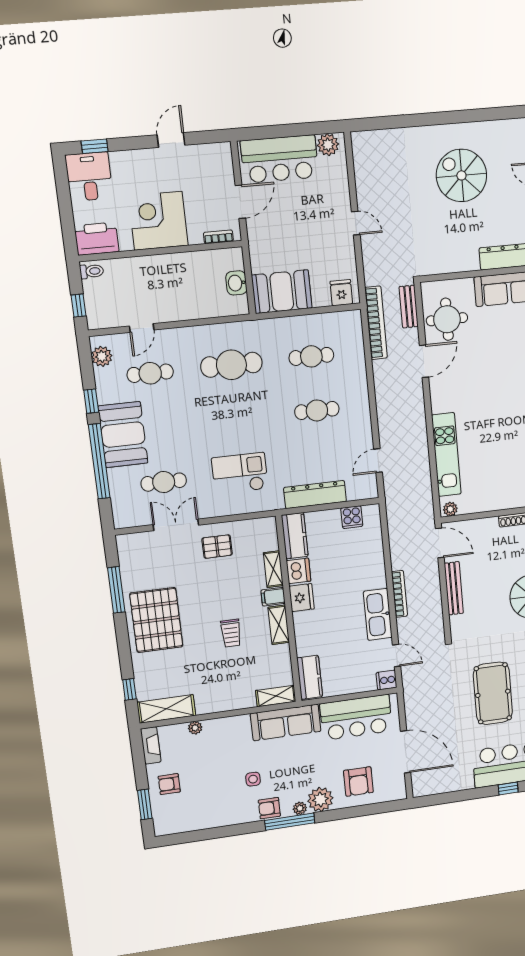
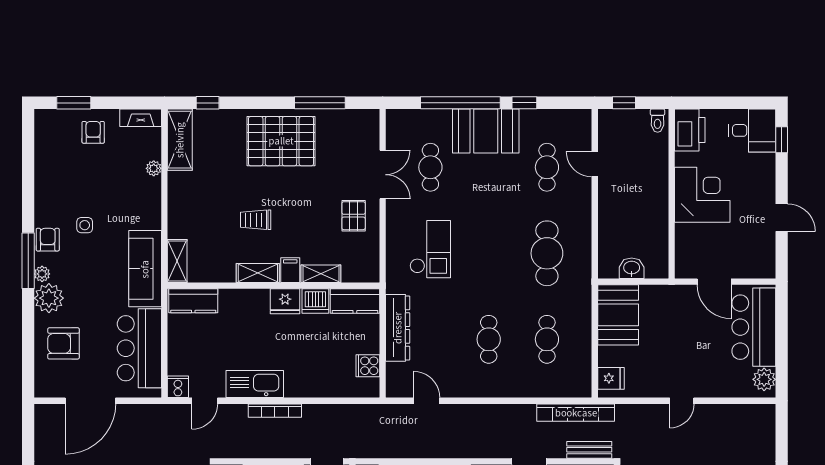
bookcase: (218, 237) -> (681, 255), removed
plant: (102, 356) -> (570, 120), removed

